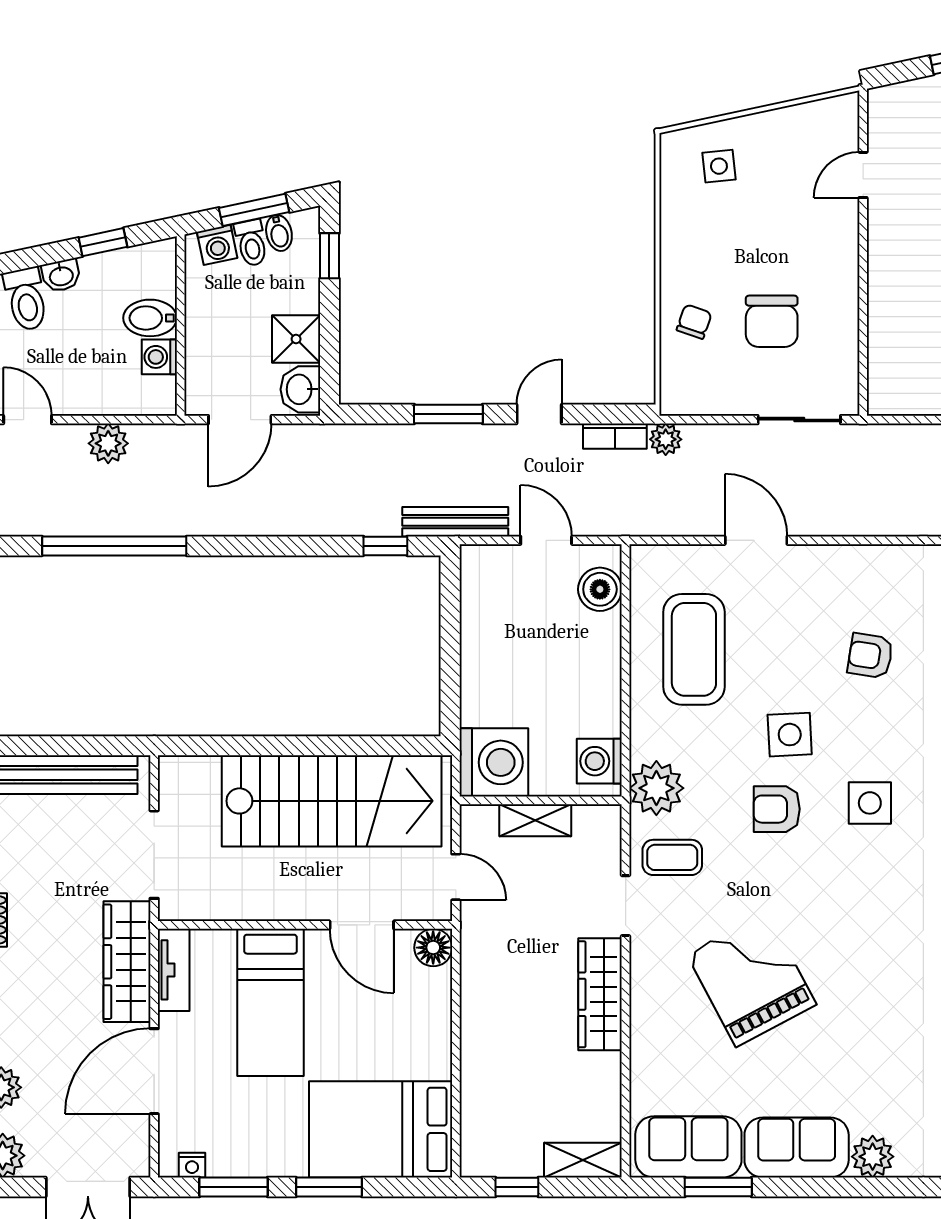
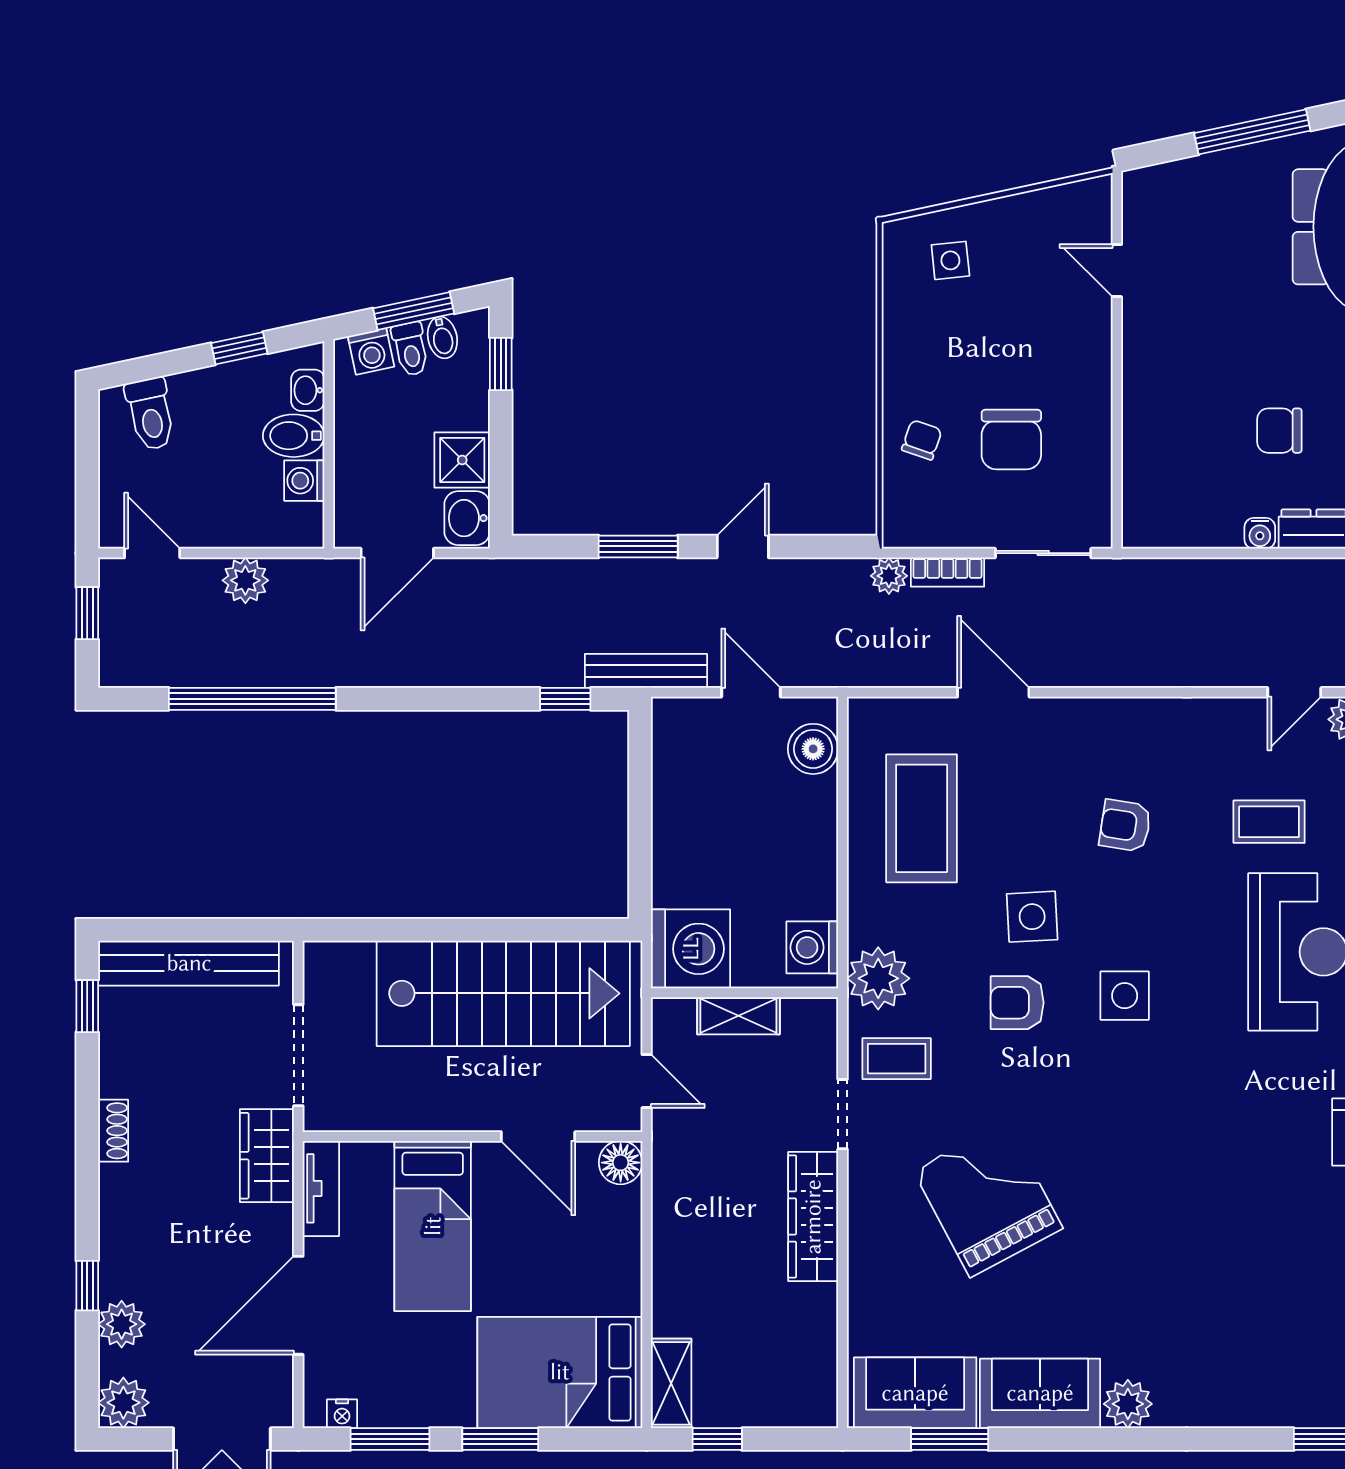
door: (863, 175) -> (1117, 271), hinge flipped
washbasin: (61, 276) -> (308, 390), moved, turned 102
bookcase: (615, 436) -> (947, 572), moved
wardrobe: (127, 962) -> (267, 1156), width x0.67
shelving: (583, 1160) -> (671, 1383), moved, turned 90

